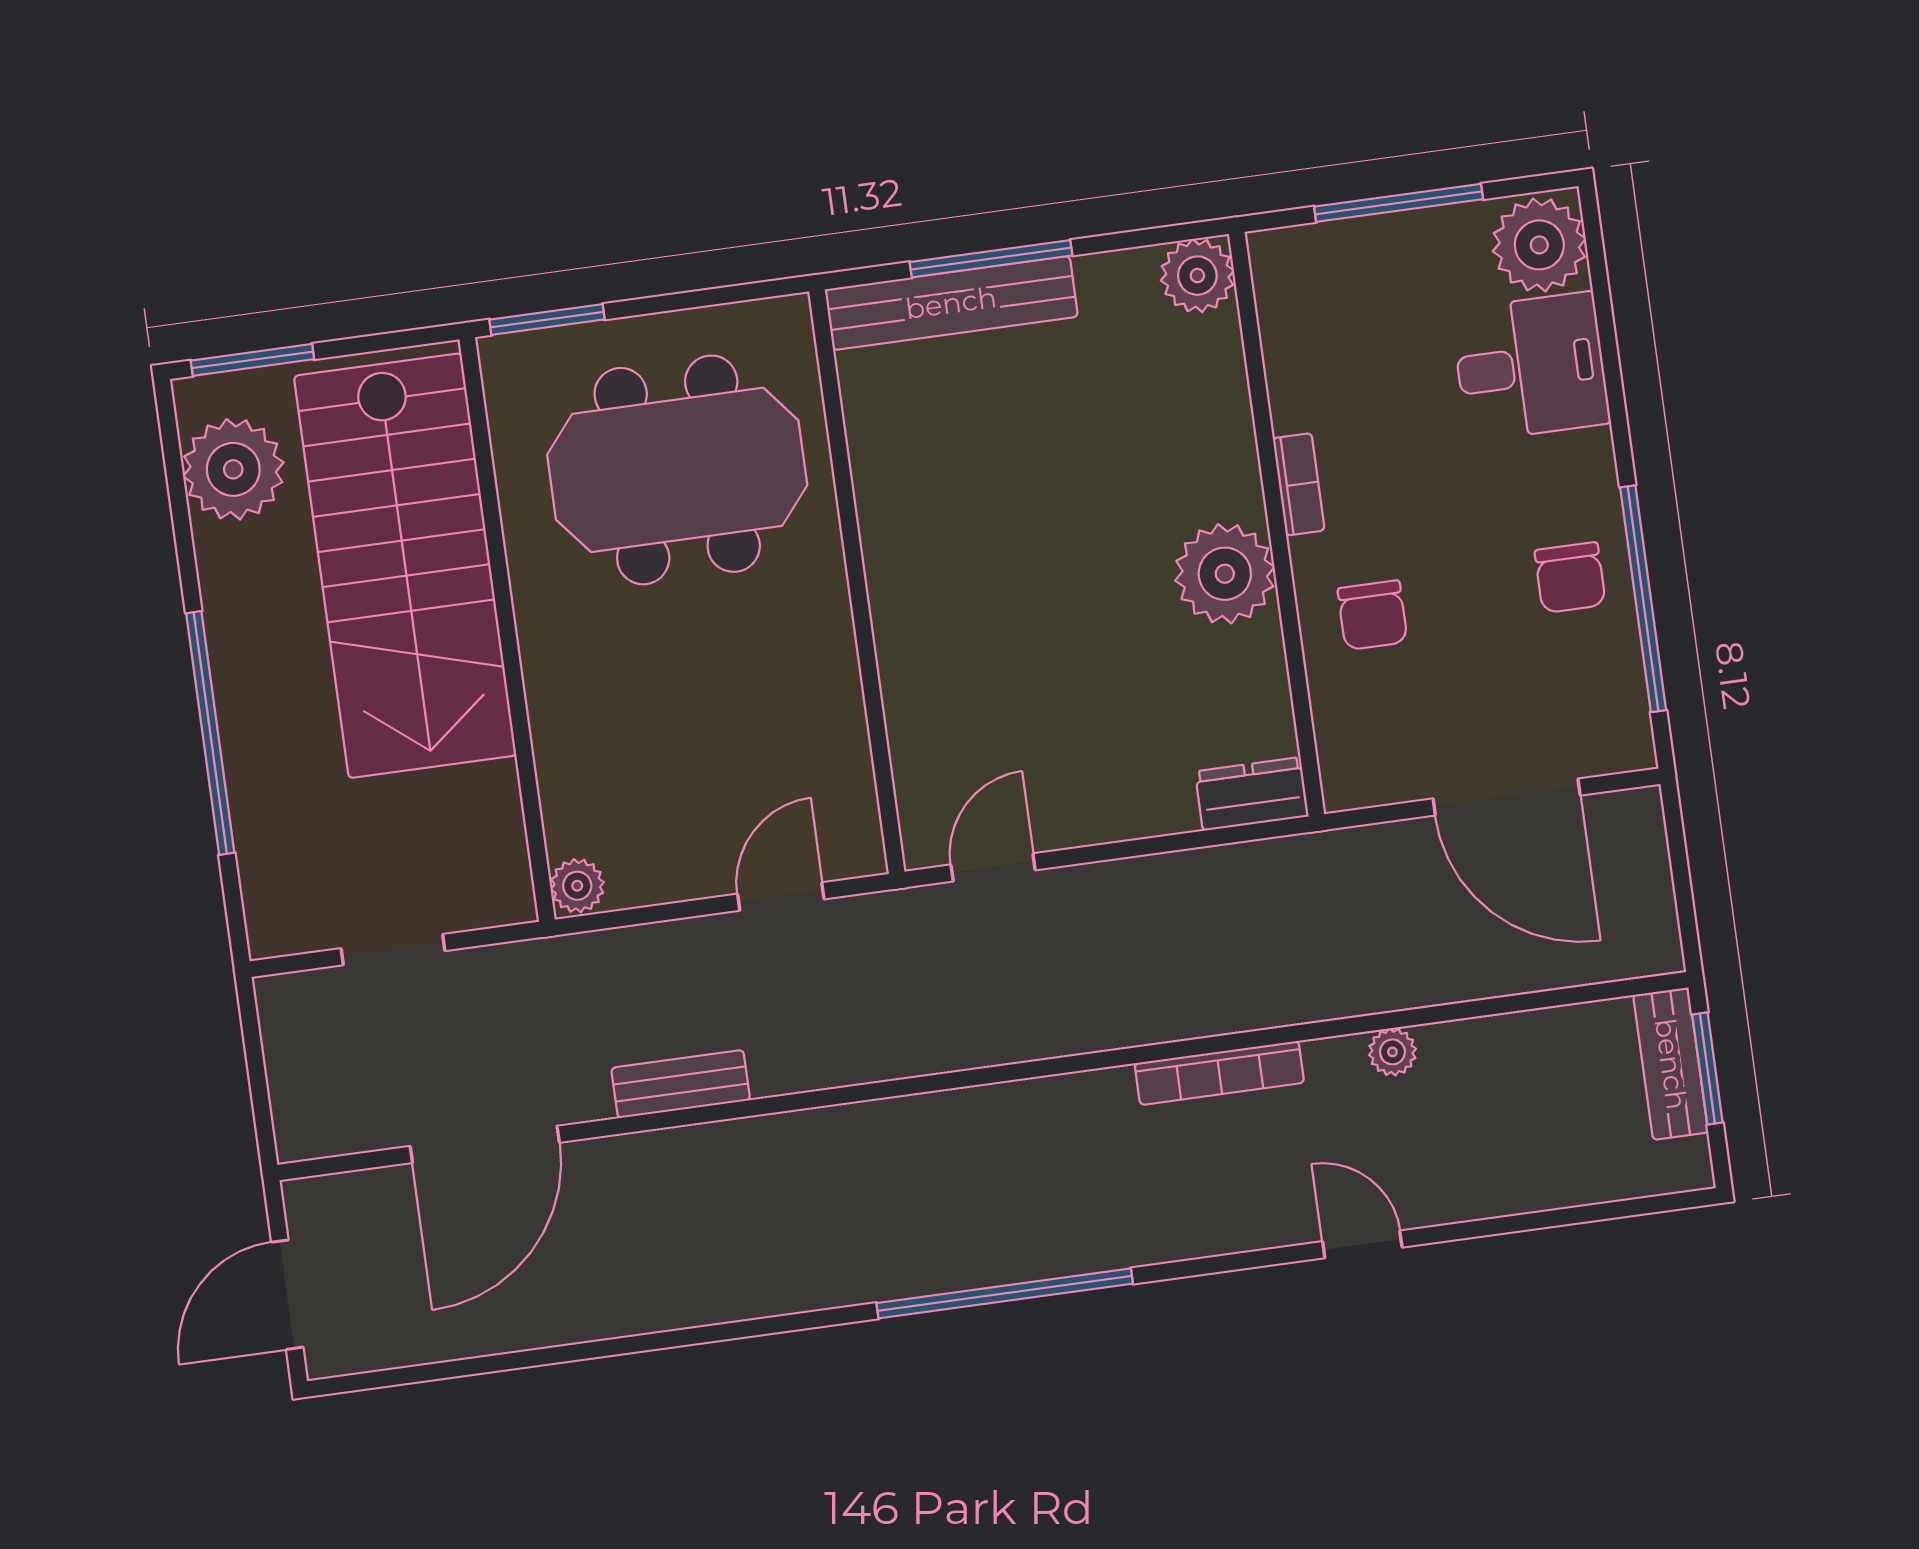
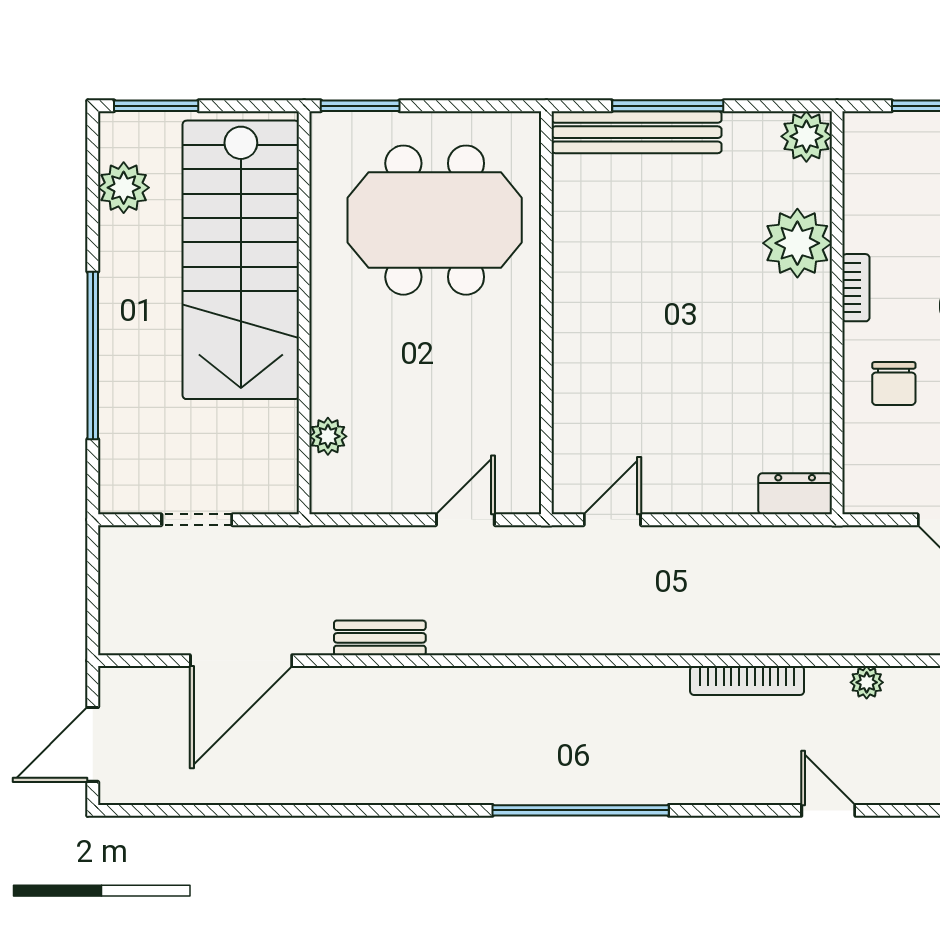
plant: (233, 469) -> (124, 188), width x0.73, depth x0.73
plant: (1225, 574) -> (797, 243), moved
plant: (577, 886) -> (328, 436), moved

